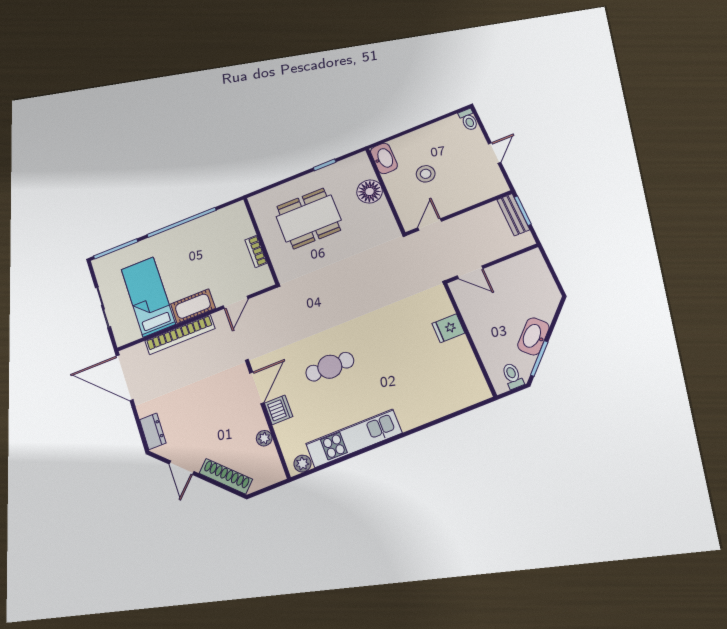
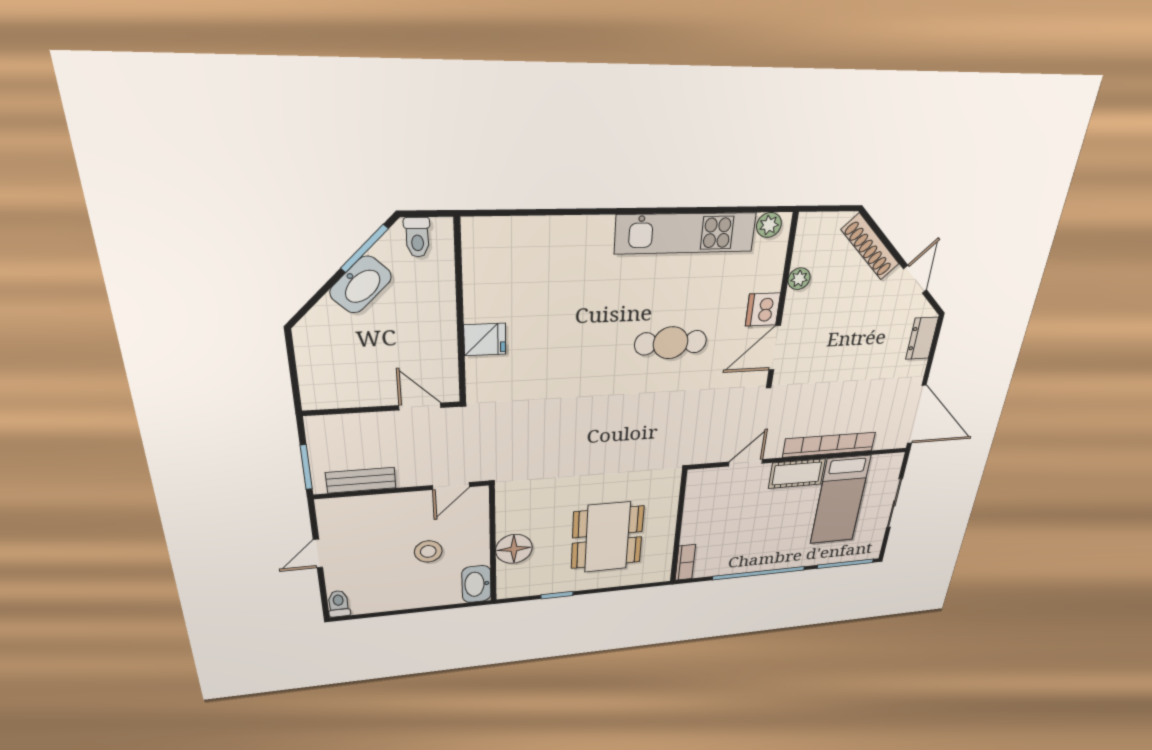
bench: (513, 215) -> (361, 480), moved, turned 90
dining table: (309, 218) -> (607, 537), turned 90
bookcase: (256, 251) -> (685, 562), moved

